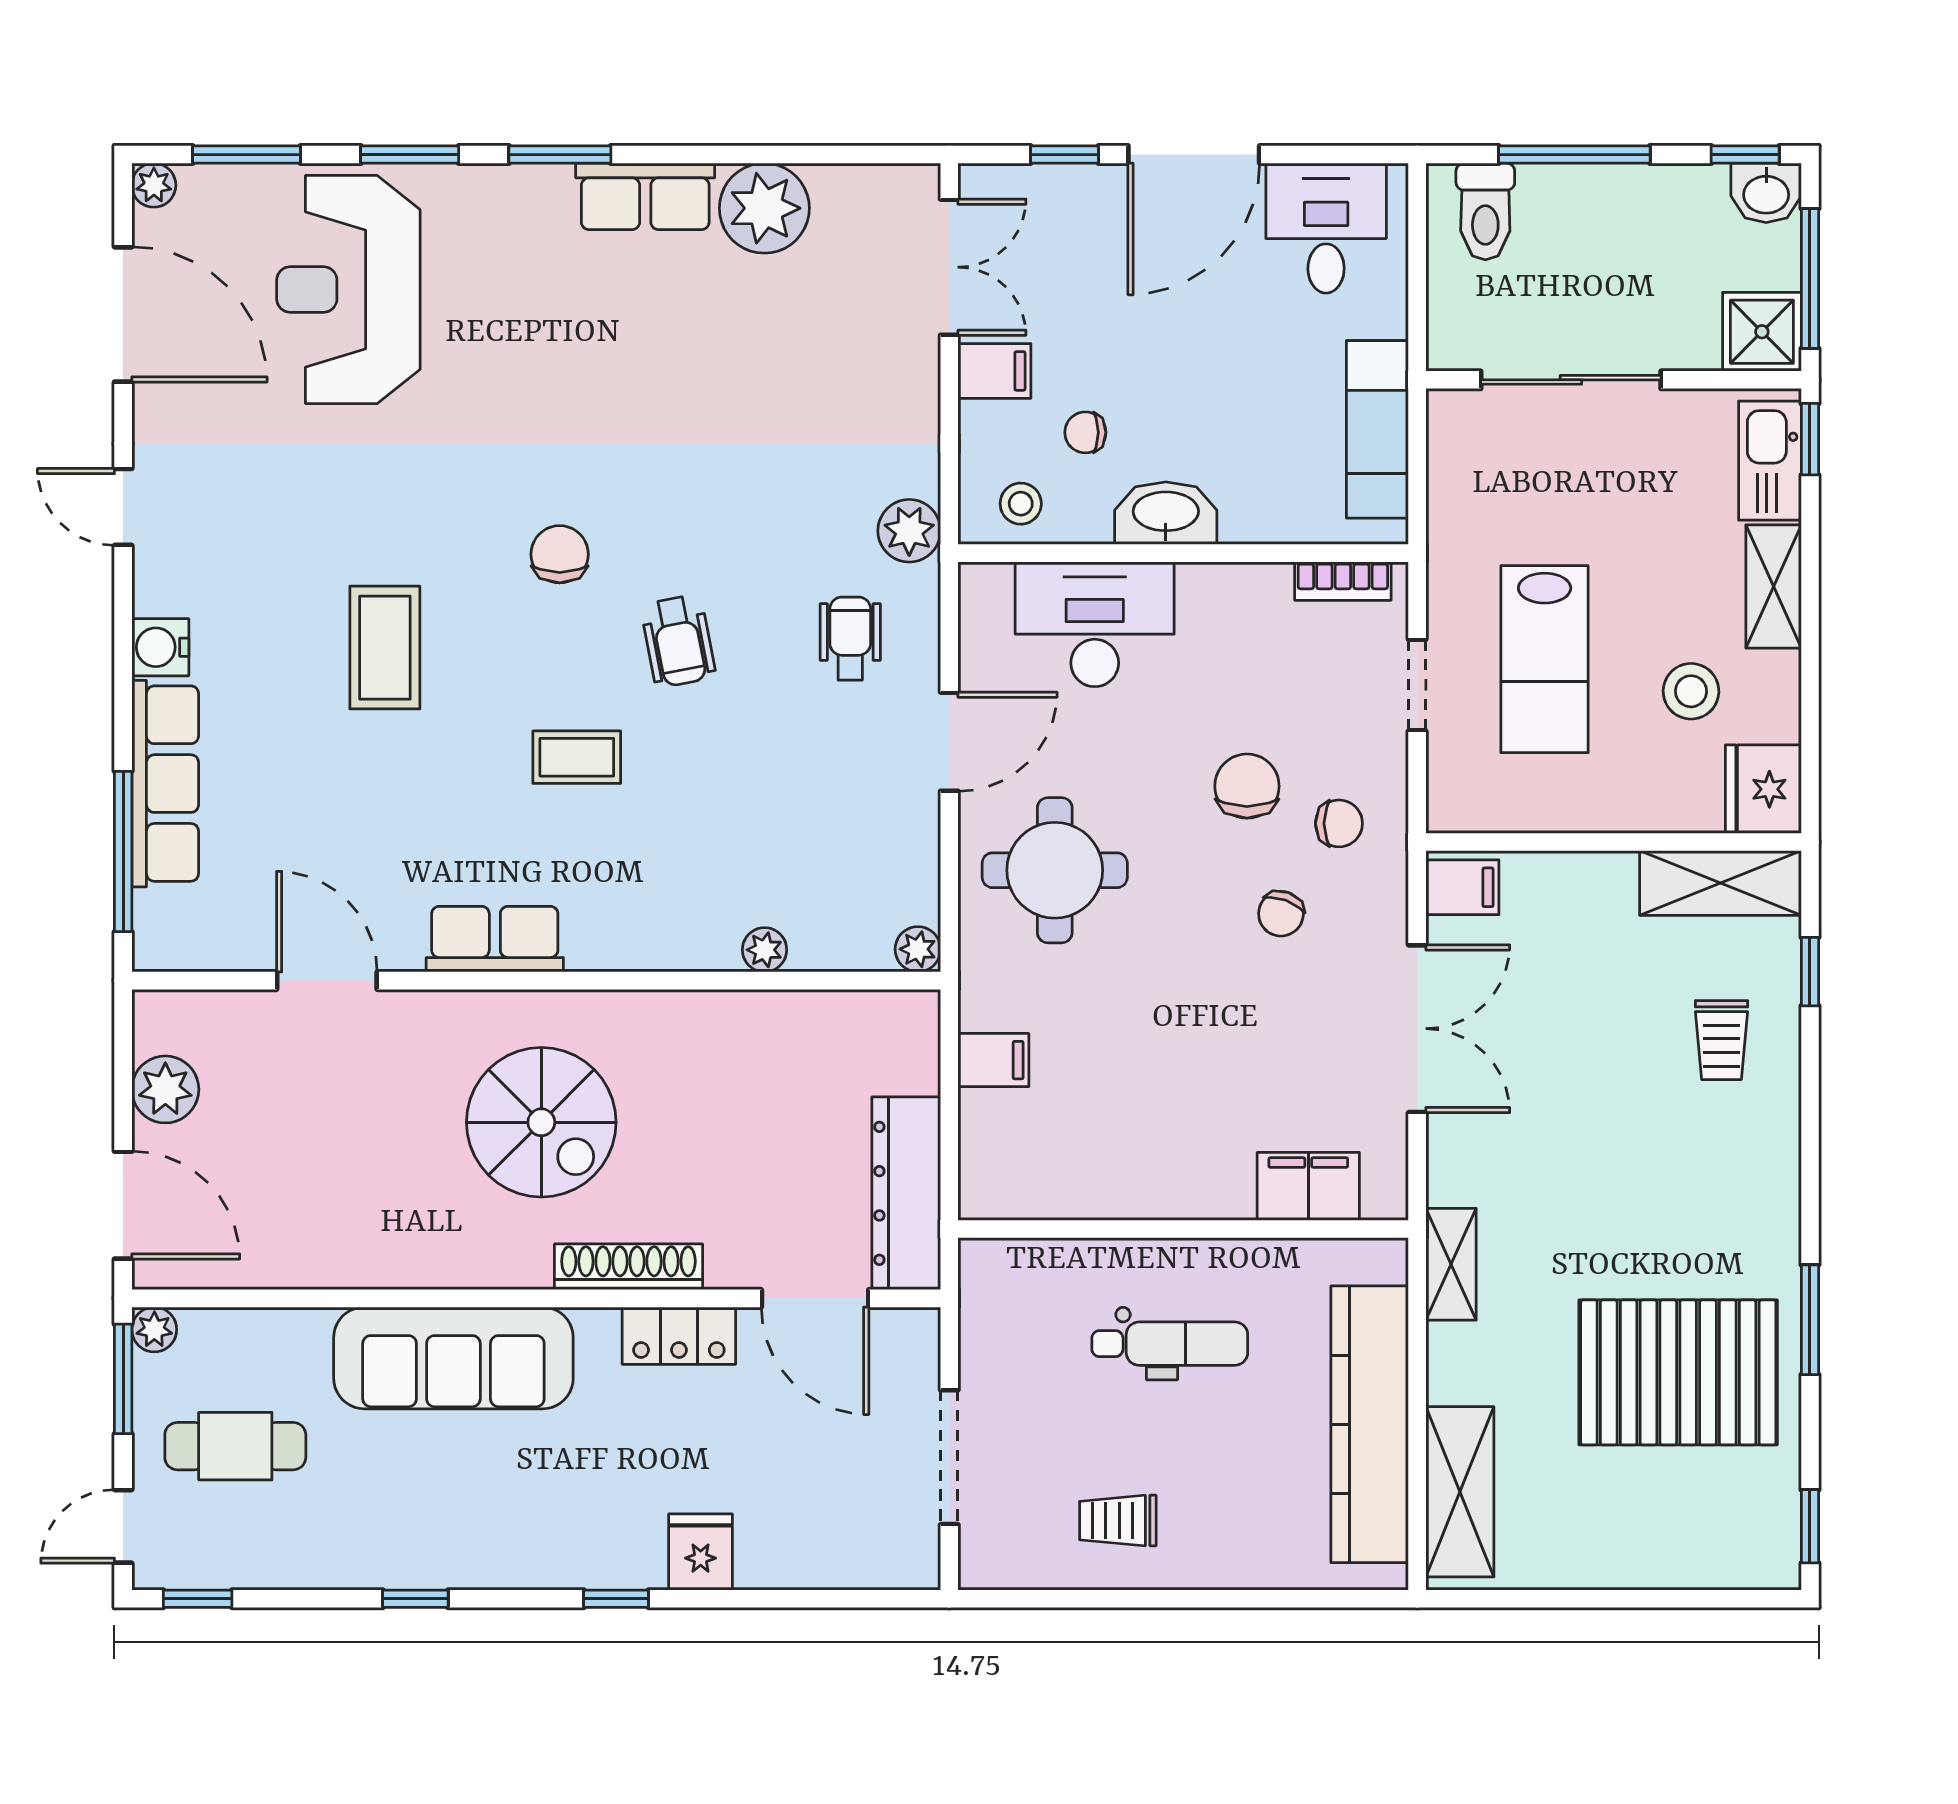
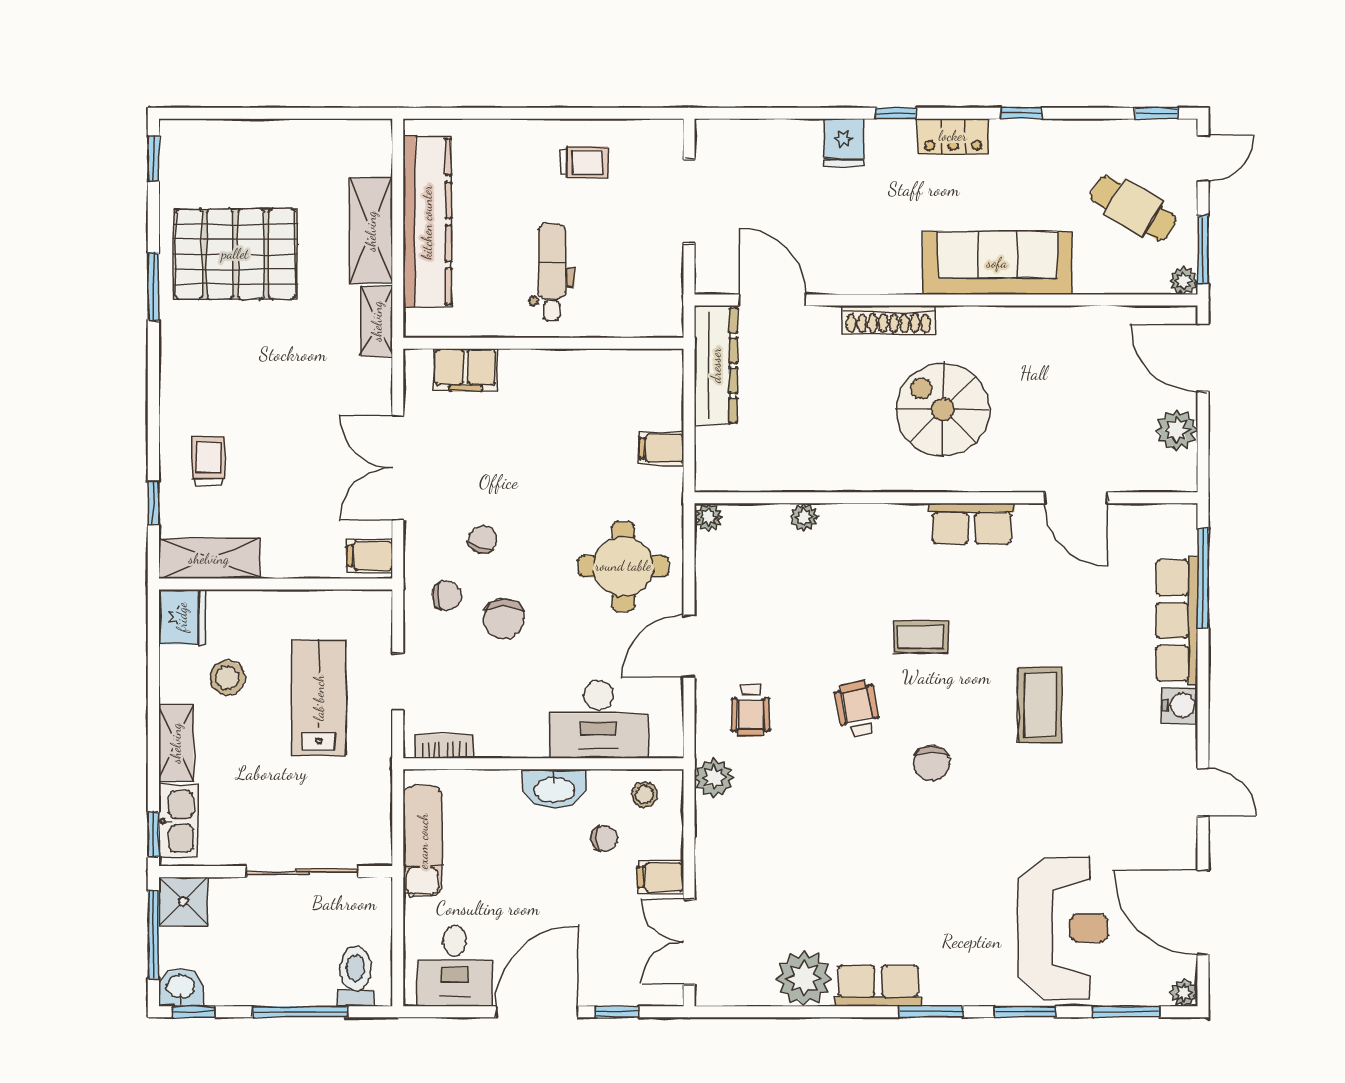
chair: (1339, 823) -> (446, 596), turned 180
locker: (679, 1336) -> (953, 136), moved, turned 180
dental chair: (1170, 1344) -> (552, 272), turned 90
cafe table: (235, 1446) -> (1133, 208), turned 31
shelving: (1460, 1492) -> (371, 231), moved

